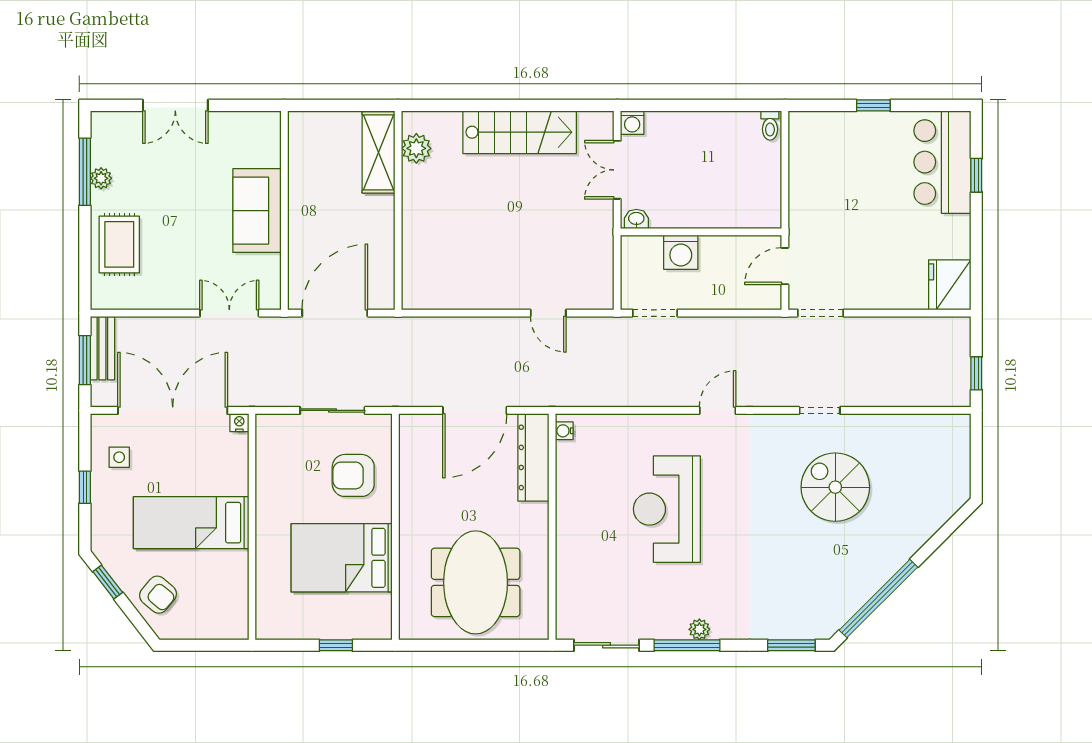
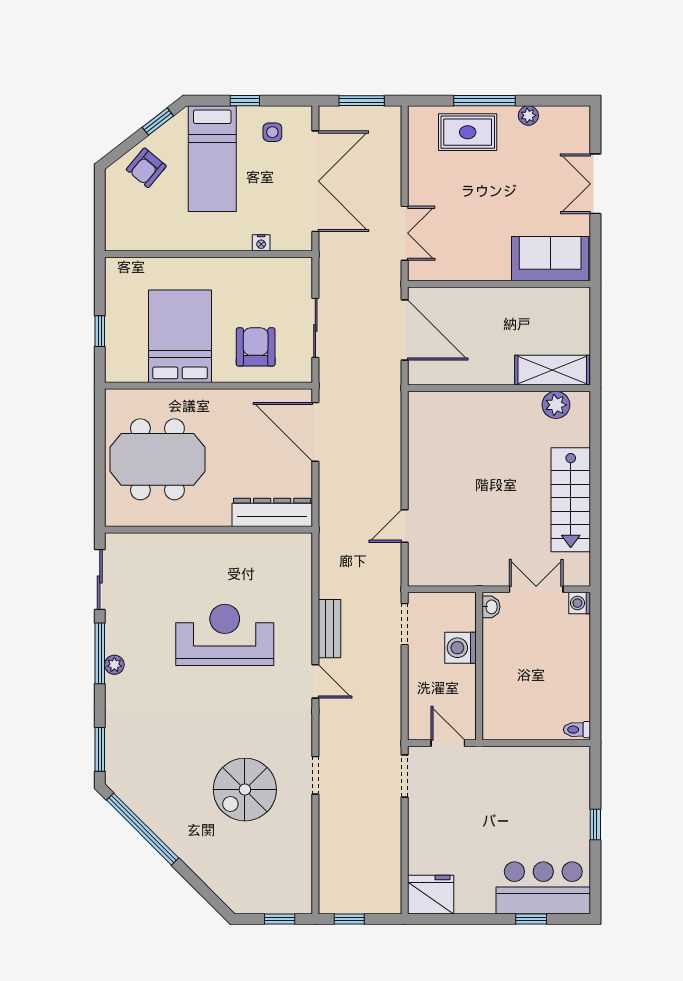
window: (85, 172) -> (484, 101), moved
sofa: (257, 211) -> (550, 259), moved
bench: (102, 348) -> (329, 629), moved, turned 90
door: (475, 410) -> (315, 432), moved
nightstand: (239, 423) -> (261, 243), moved, turned 90
water cooler: (564, 431) -> (297, 541), removed
window: (976, 449) -> (280, 919), added
spiral stairs: (835, 487) -> (245, 790), turned 180
bed: (191, 523) -> (212, 159), moved, turned 180

